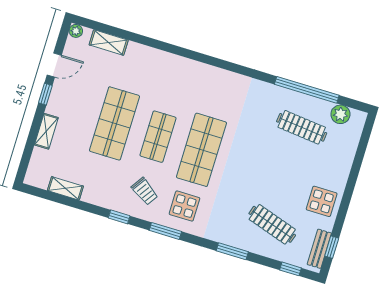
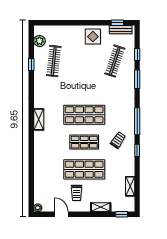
shelving: (109, 42) -> (39, 119), moved
window: (307, 90) -> (31, 65), width x0.32
window: (45, 94) -> (122, 214), moved
trolley: (81, 100) -> (76, 193), added
display table: (184, 206) -> (120, 115), removed
window: (165, 231) -> (137, 121), width x1.44
window: (291, 269) -> (137, 54), moved

